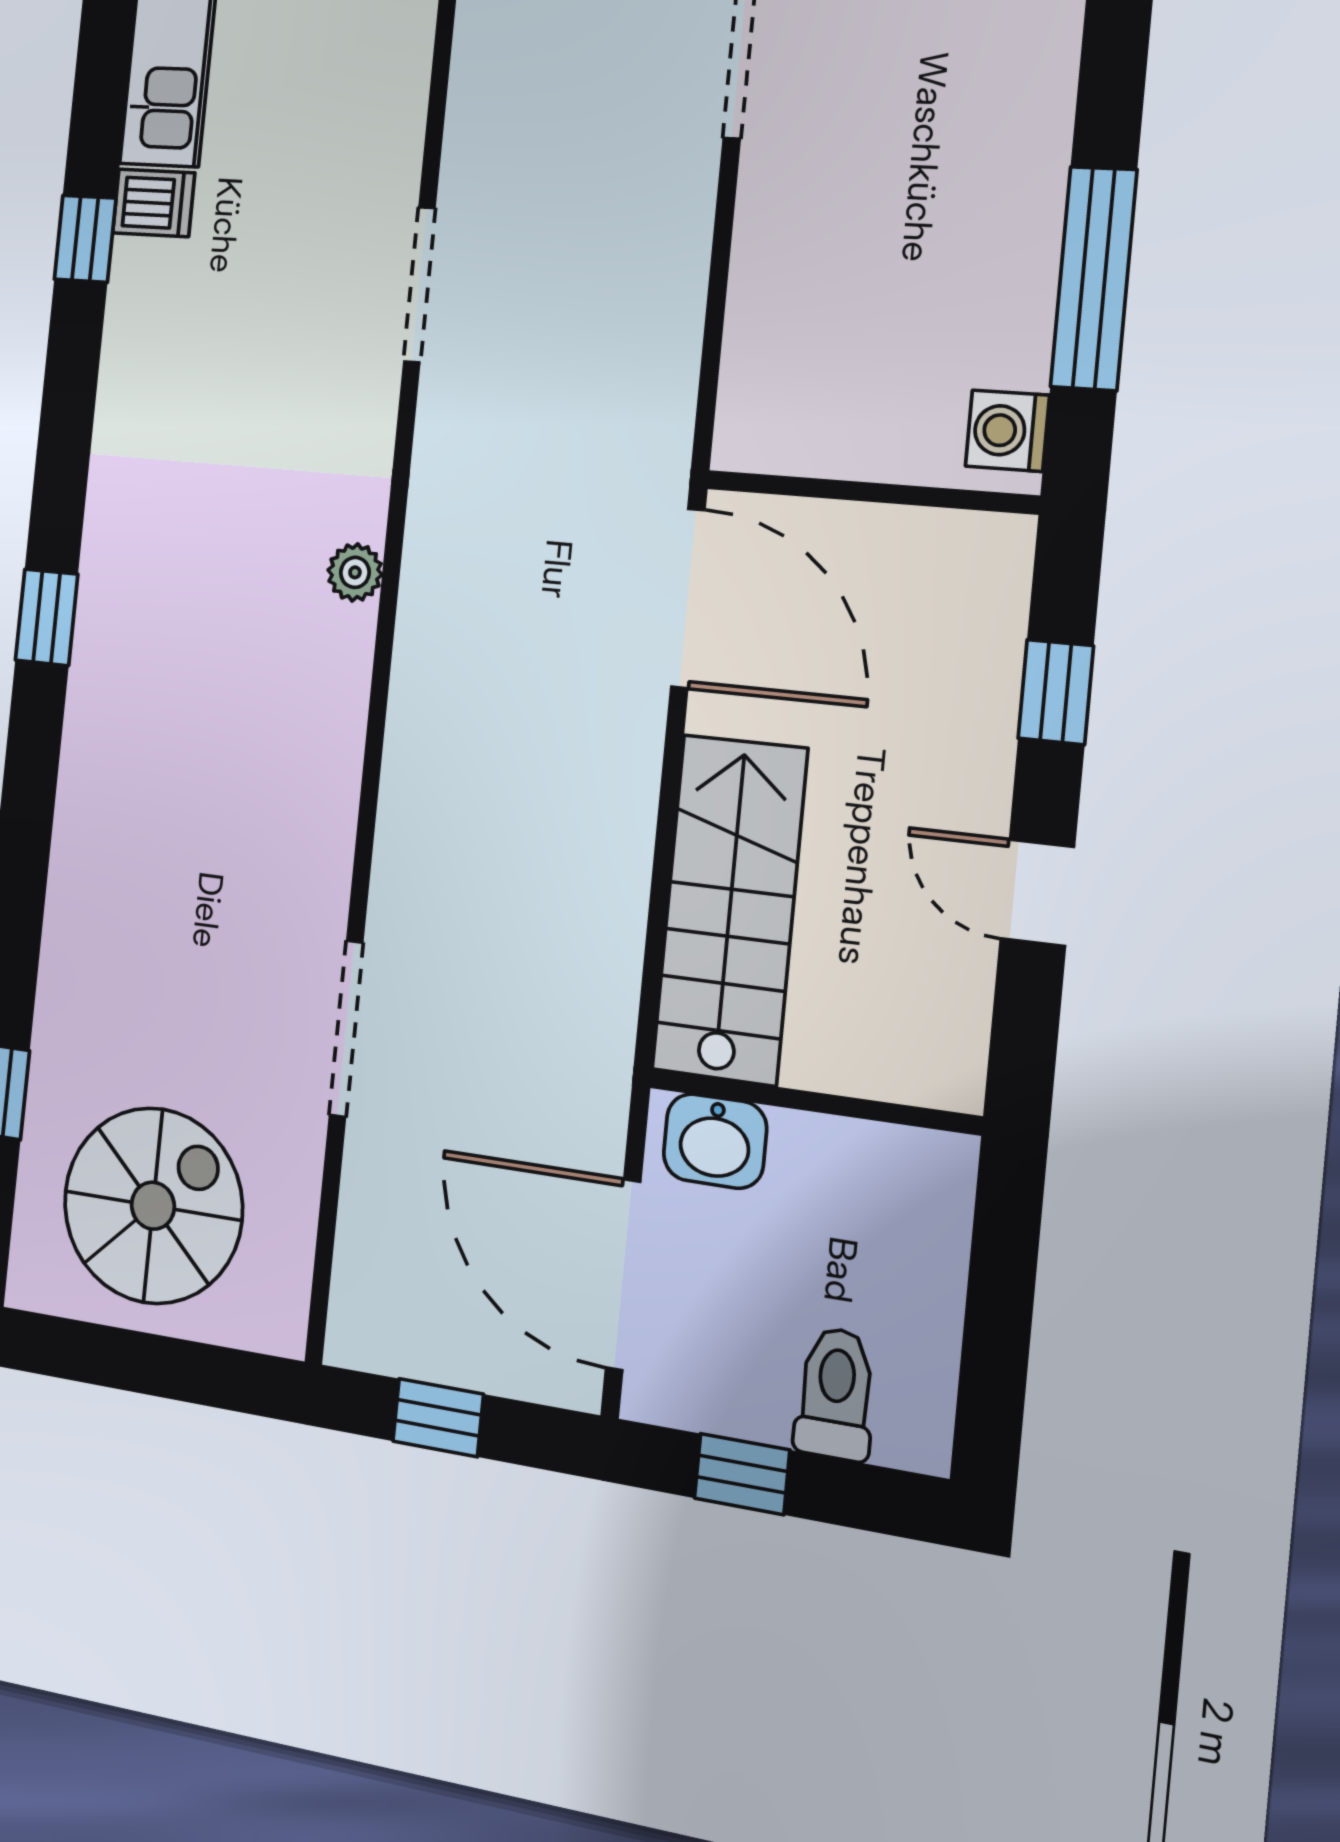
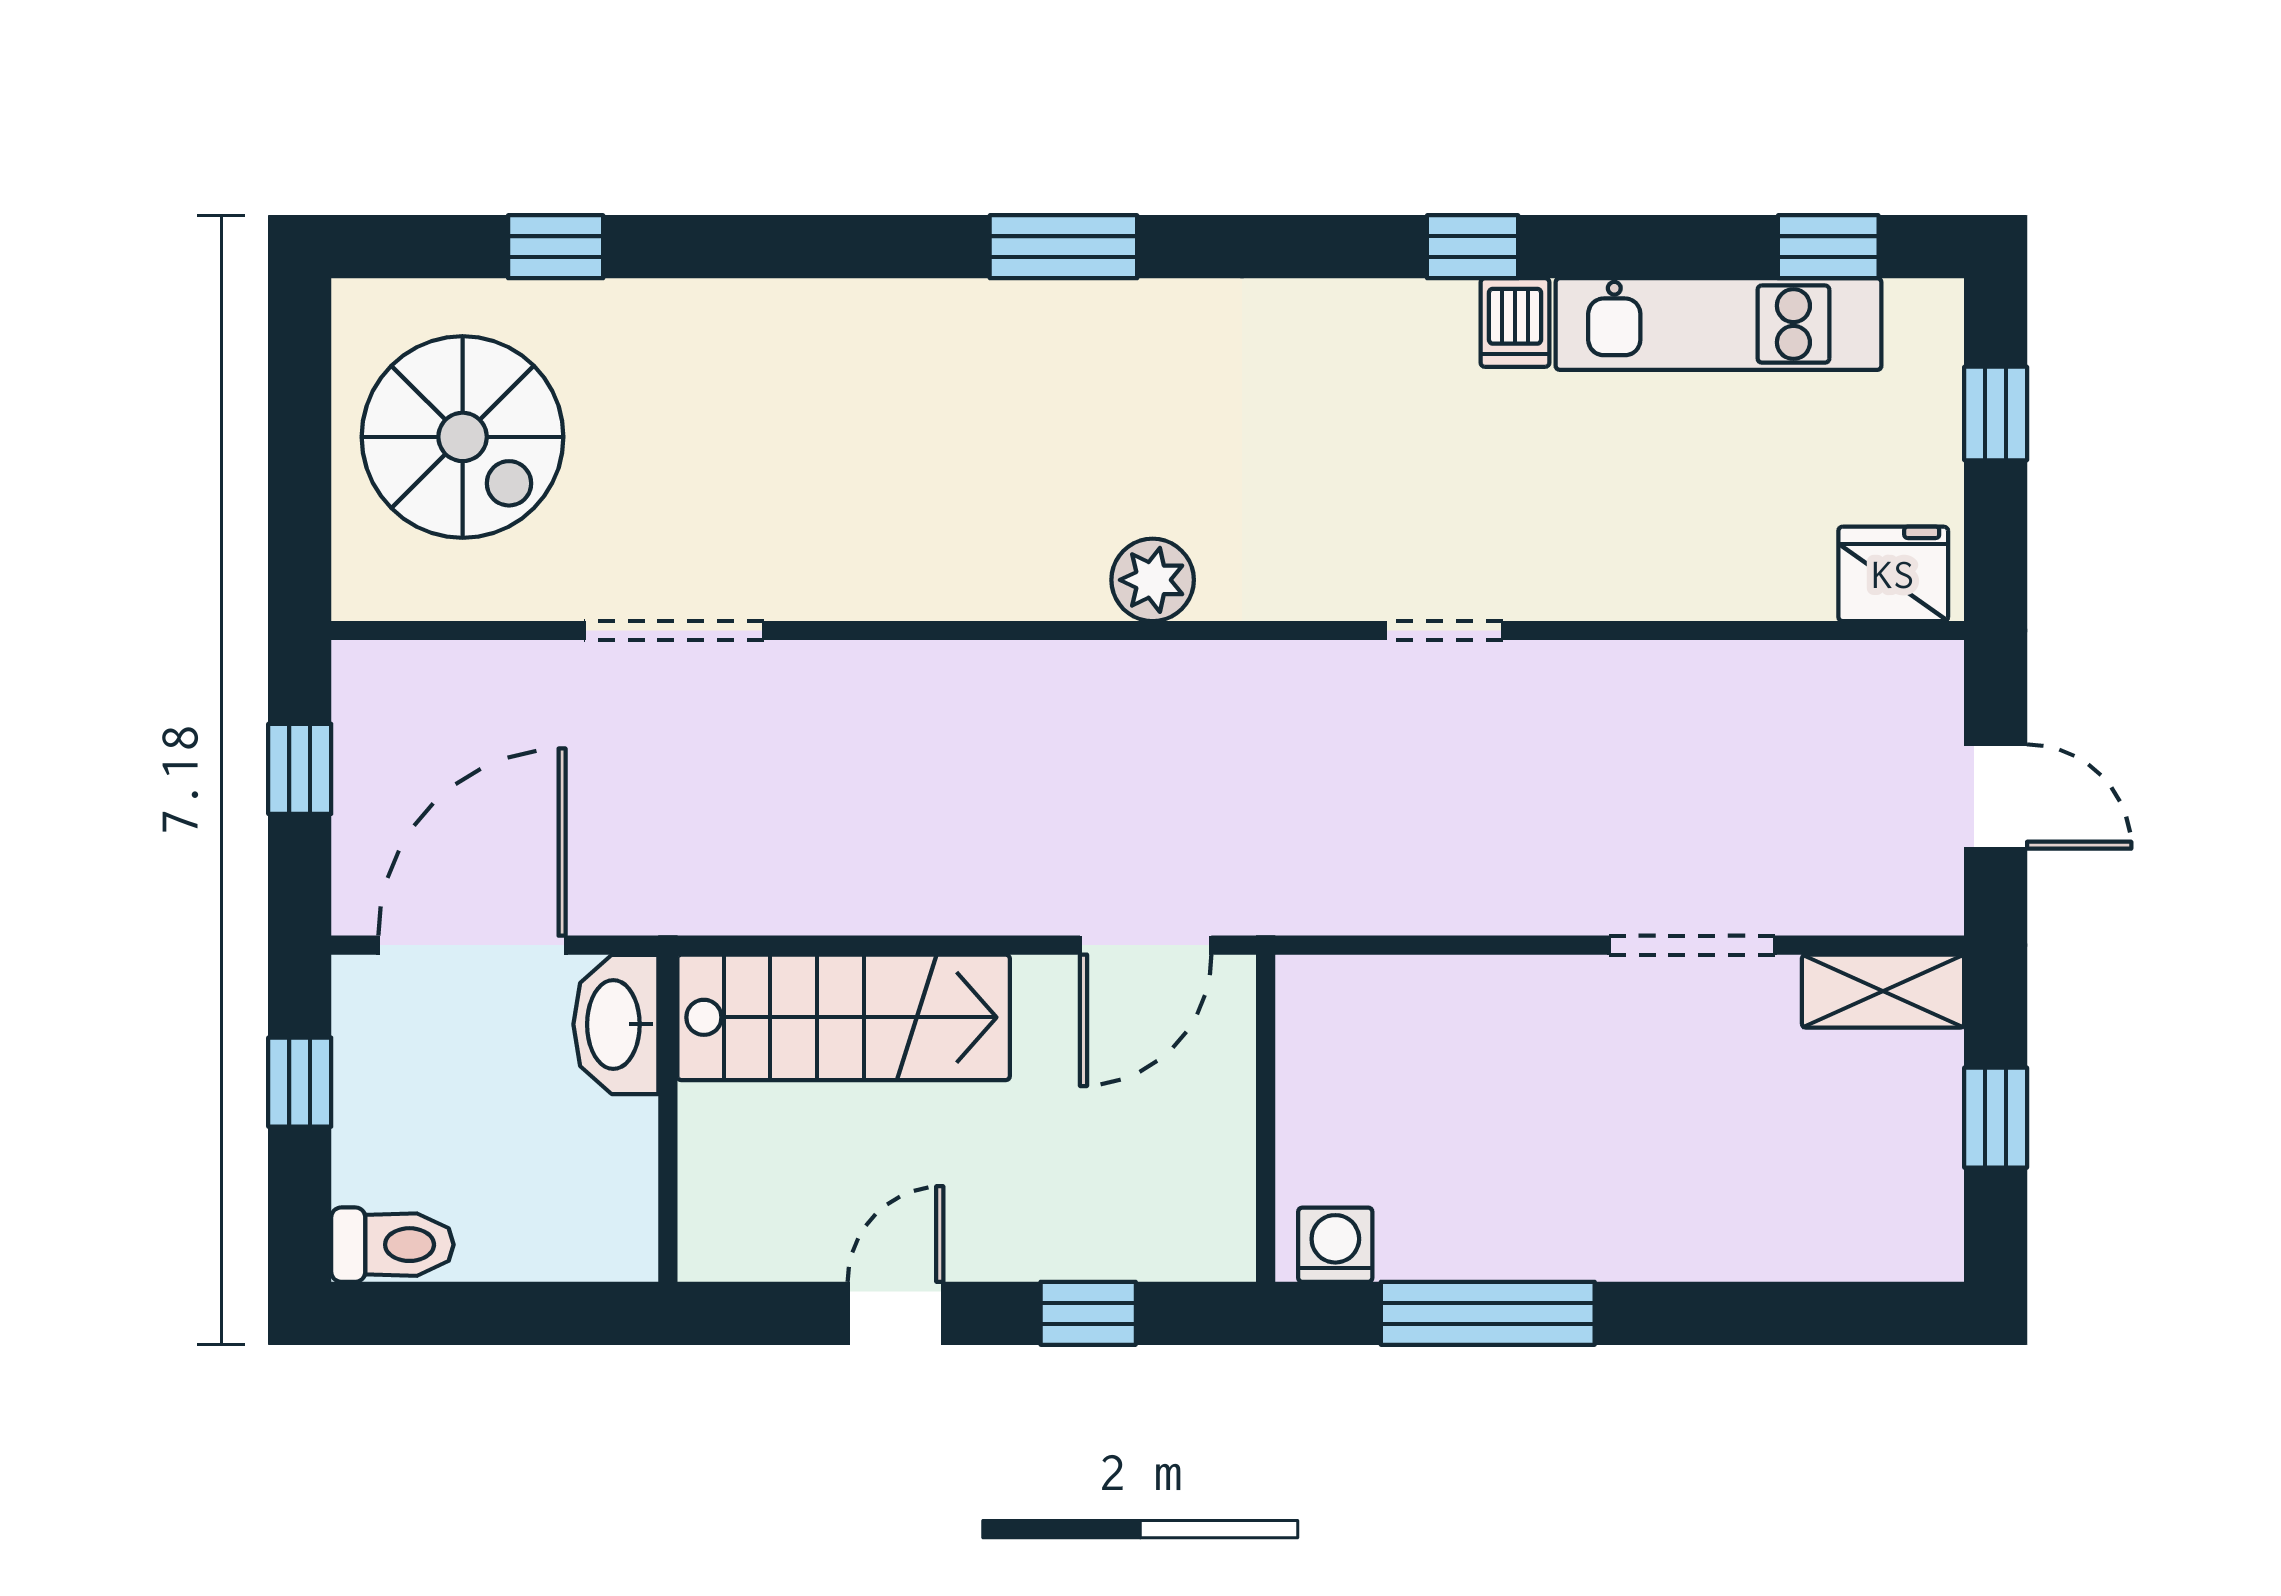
doorway: (419, 285) -> (1444, 631), width x0.73
plant: (355, 572) -> (1153, 580), width x1.38, depth x1.38
door: (688, 598) -> (1146, 945), width x0.73
window: (47, 617) -> (1063, 247), width x1.50
washbasin: (715, 1141) -> (616, 1024), width x1.38
toilet: (836, 1394) -> (392, 1245), moved

